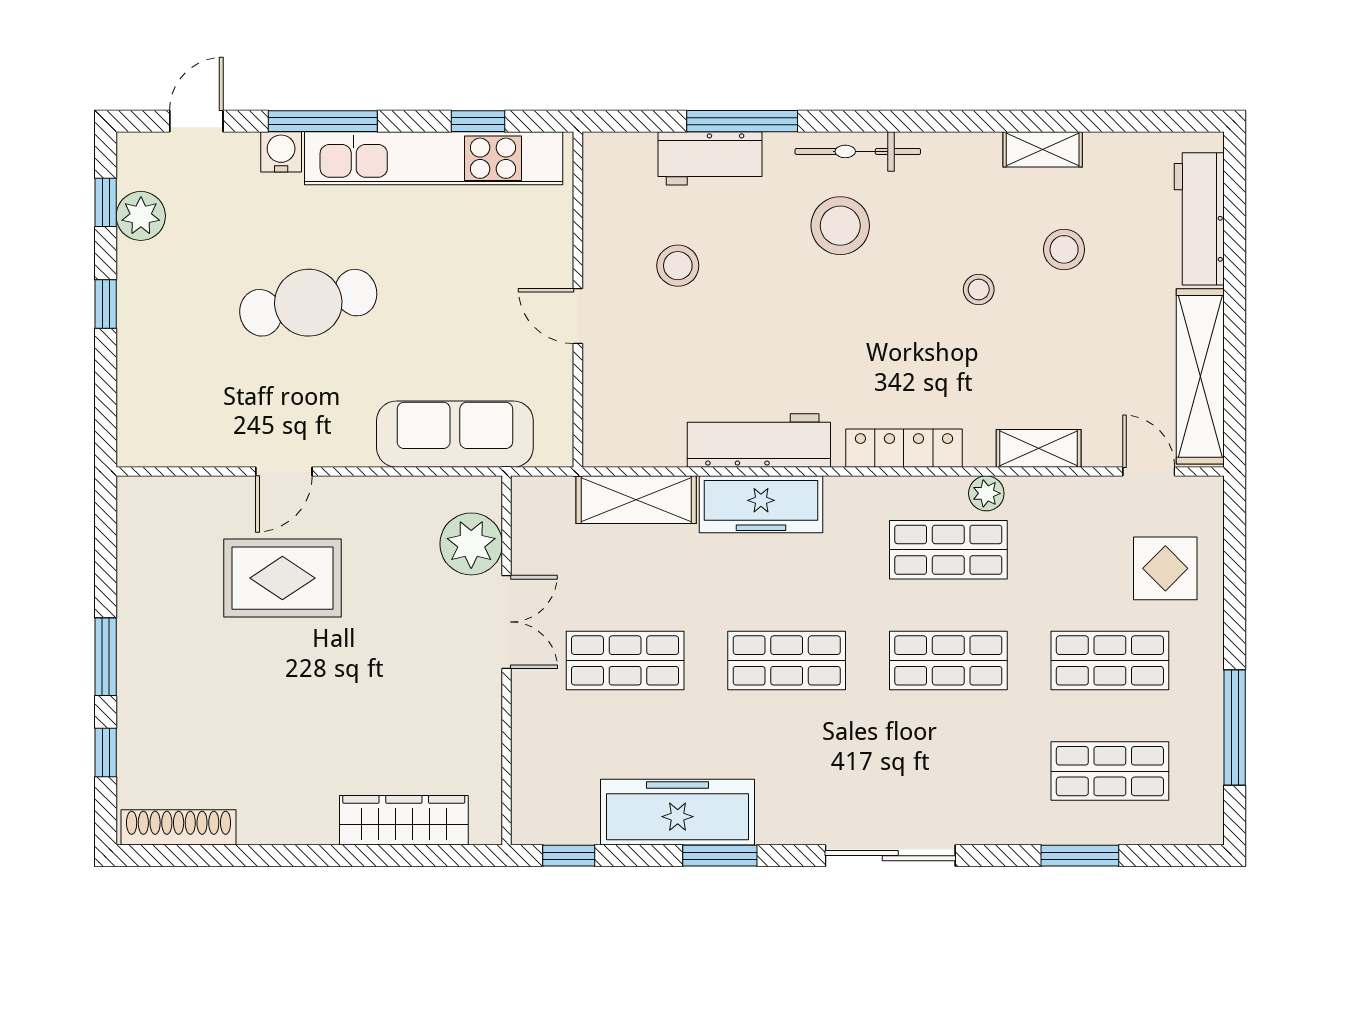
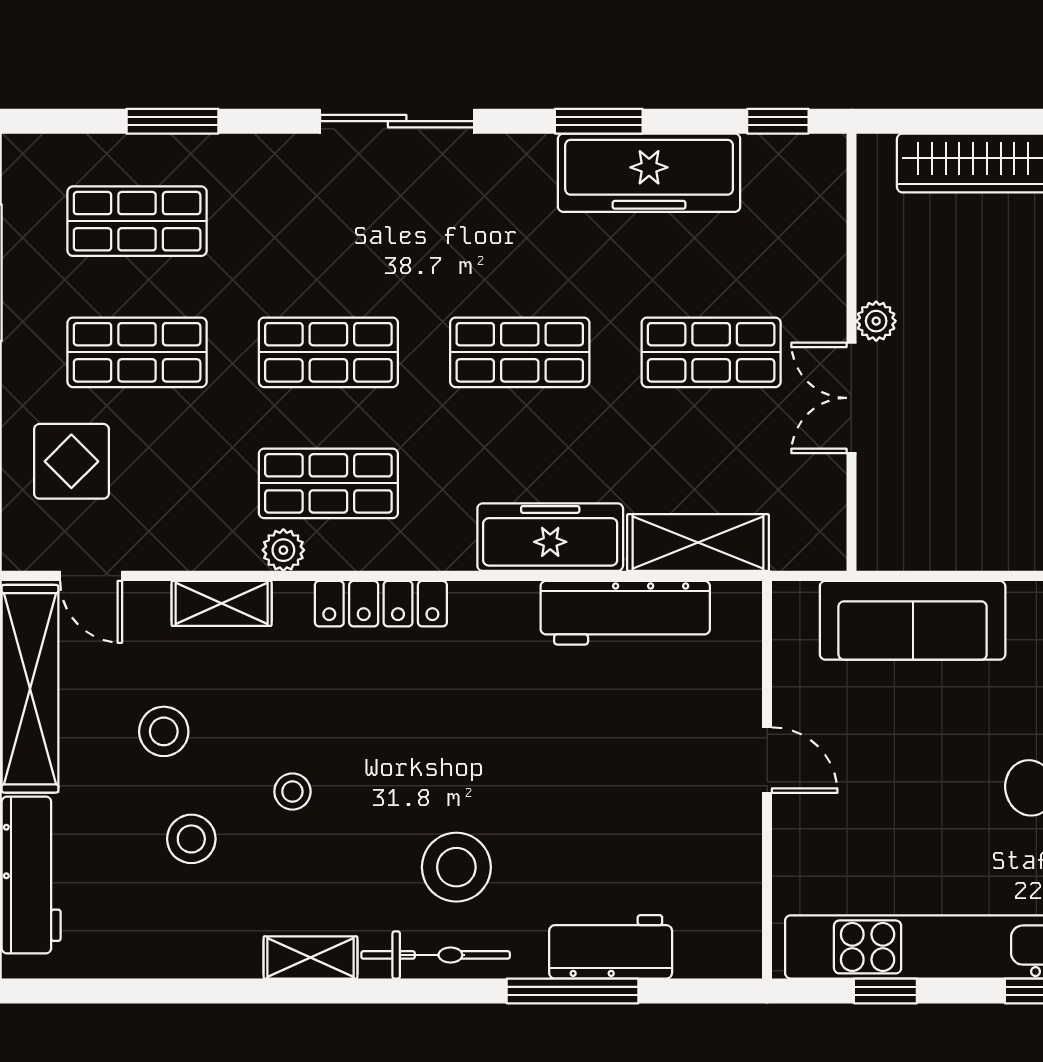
shelving: (1043, 149) -> (310, 957), moved
stool: (678, 266) -> (164, 731), moved
workbench: (759, 440) -> (625, 613), moved
plant: (471, 544) -> (876, 321), moved, width x0.53, depth x0.53

